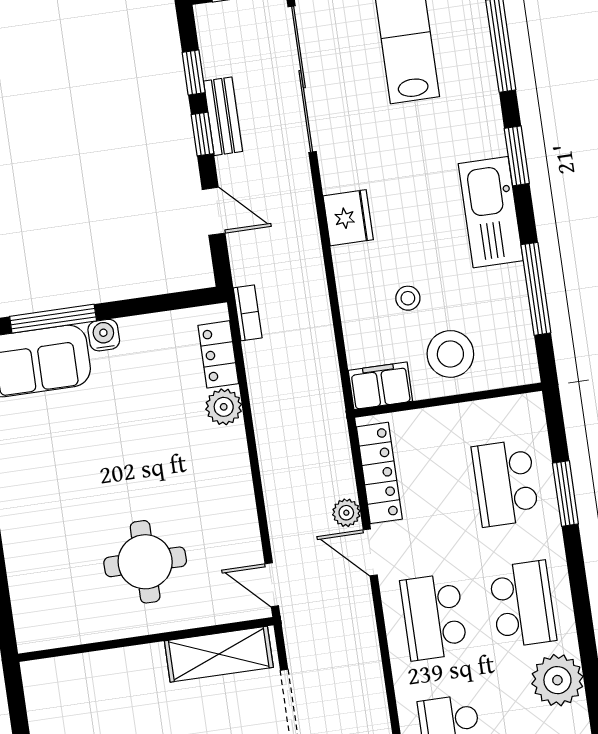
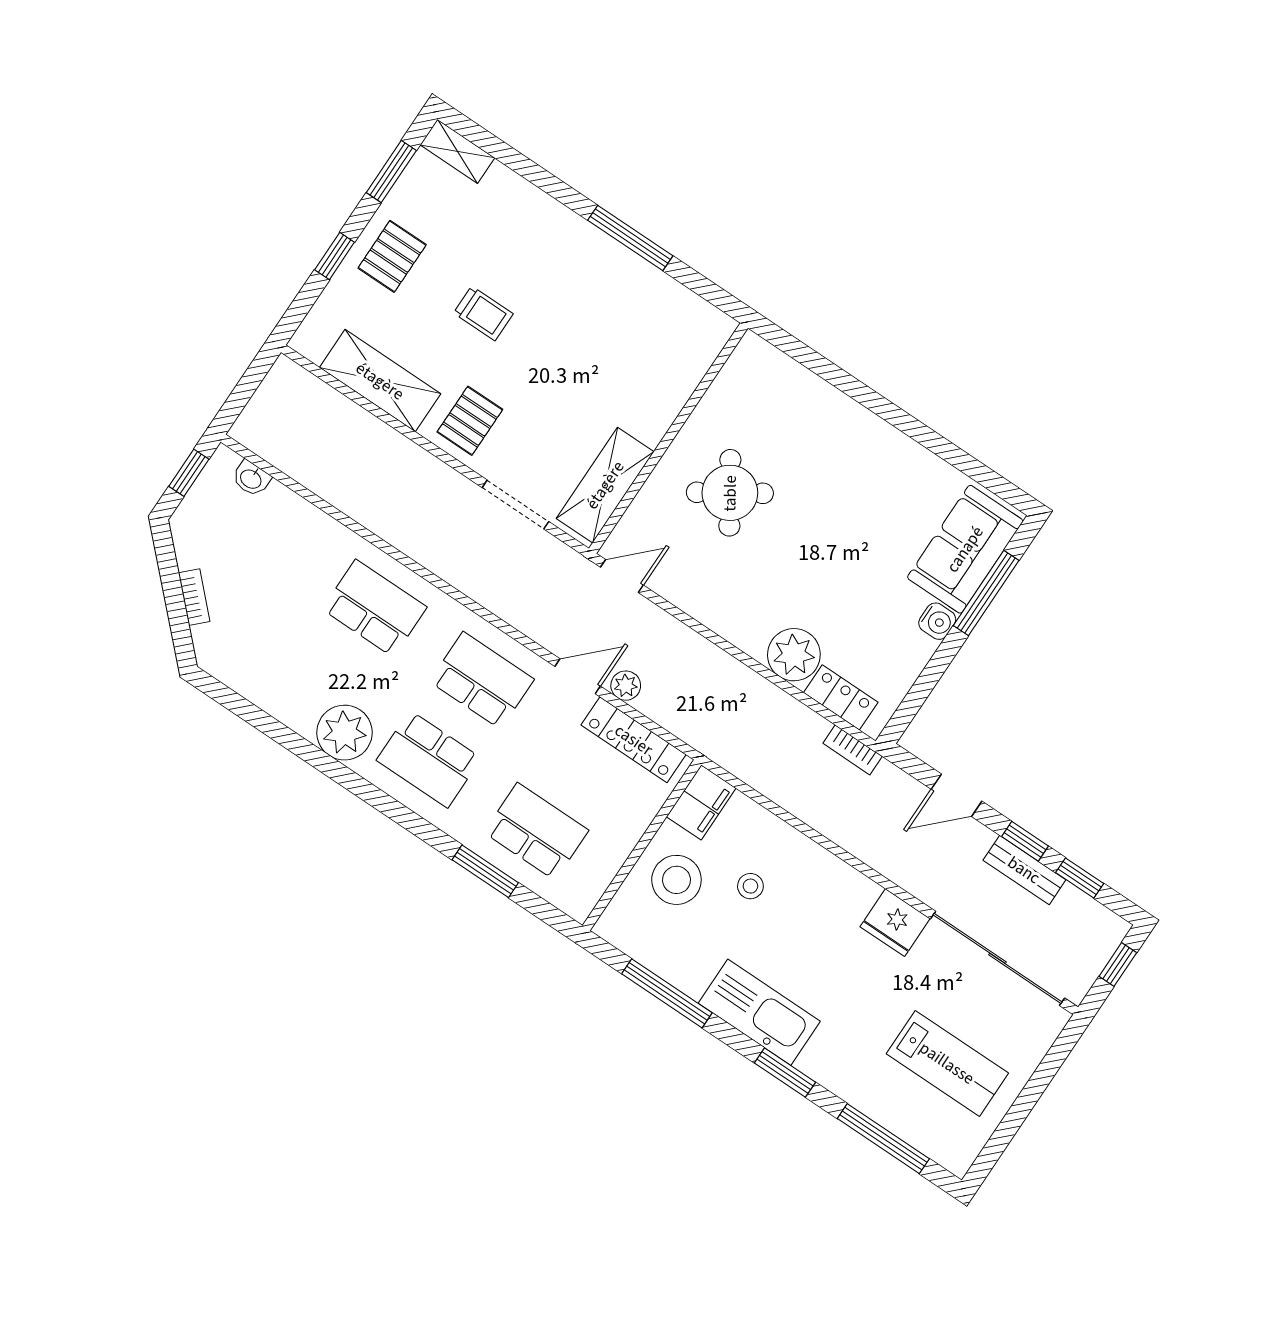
fridge: (348, 218) -> (895, 923), moved
plant: (224, 407) -> (794, 655), width x1.36, depth x1.36
round table: (145, 562) -> (730, 493), turned -33

